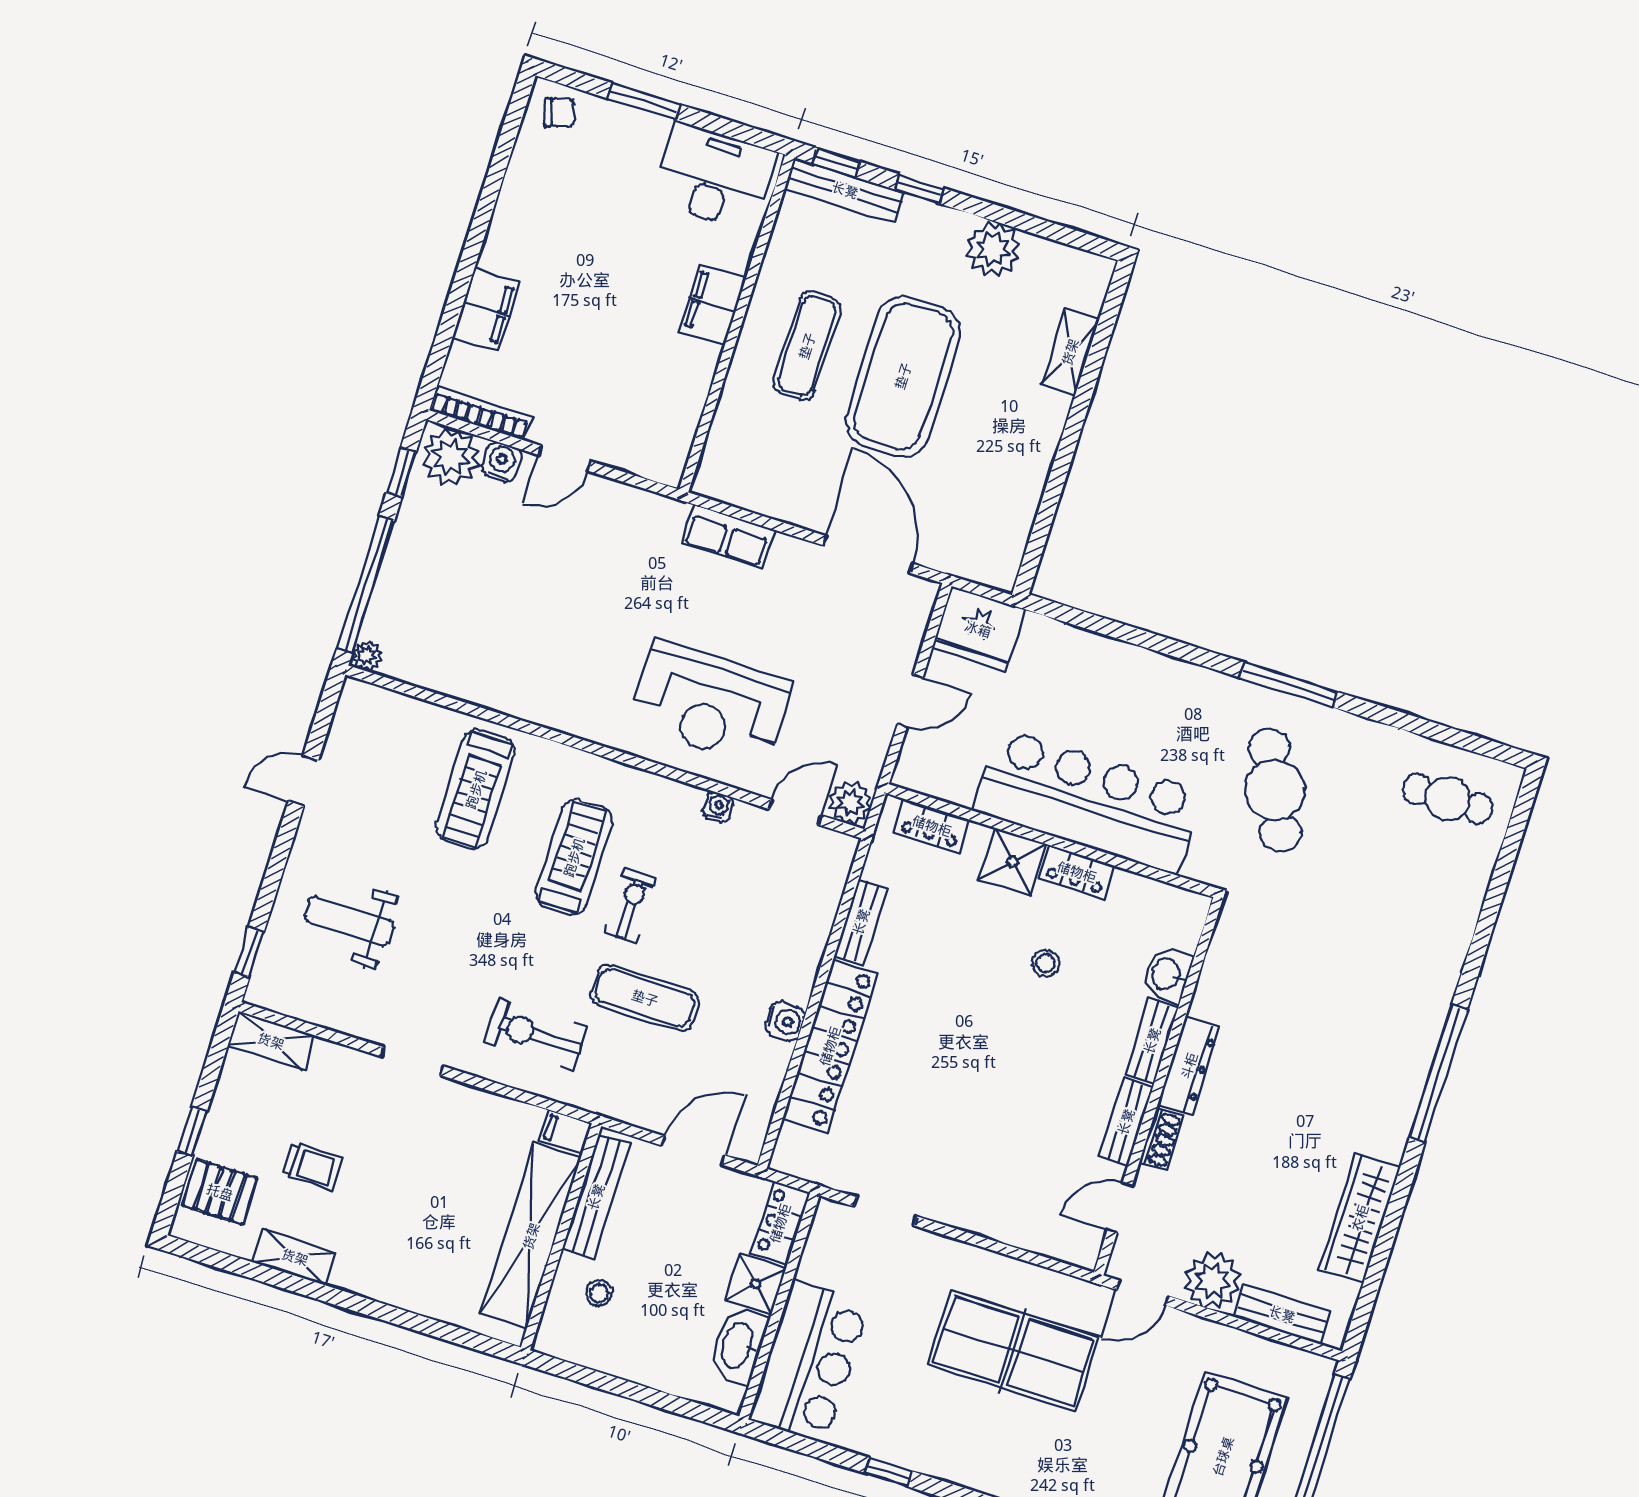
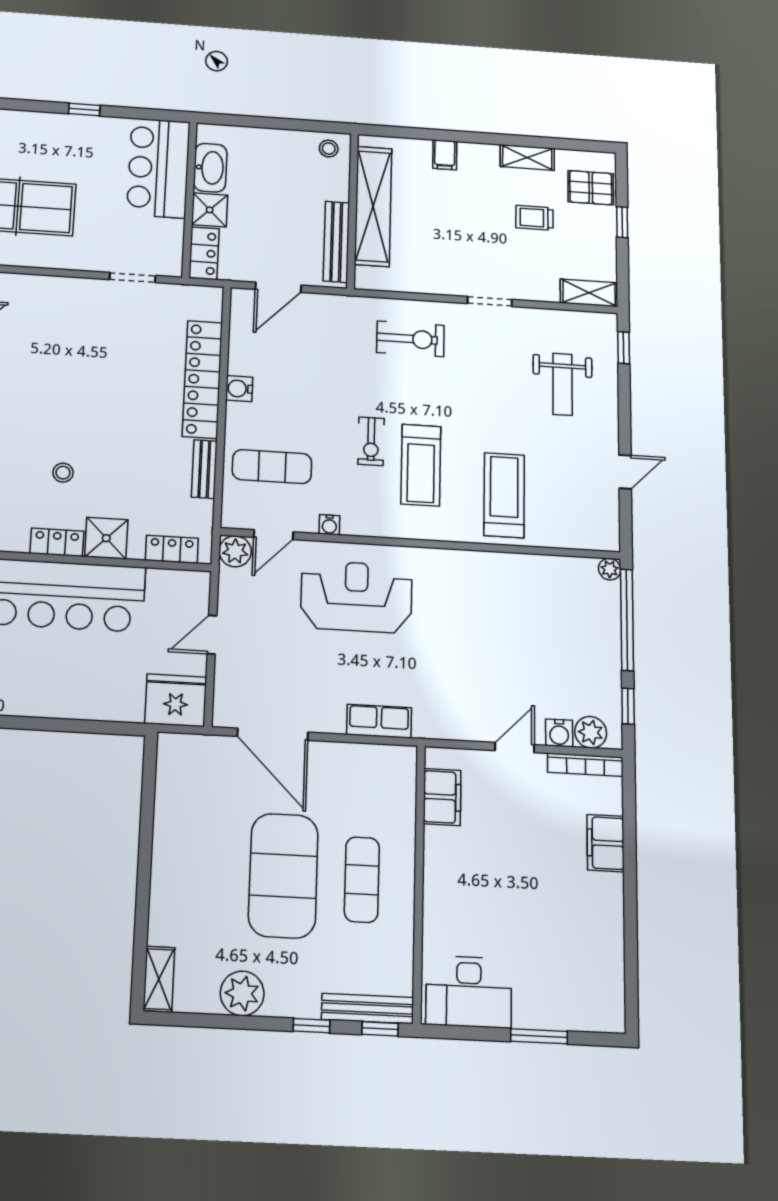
chair: (560, 113) -> (599, 1010), removed
filing cabinet: (713, 305) -> (442, 797), moved
shelving: (1070, 352) -> (159, 979), moved
plant: (451, 457) -> (591, 732), width x0.73, depth x0.73
weight bench: (349, 921) -> (563, 384), turned 90
exercise mat: (645, 998) -> (272, 467), moved
filing cabinet: (566, 1132) -> (445, 155), moved, turned 90
stool: (599, 1293) -> (329, 149), moved

